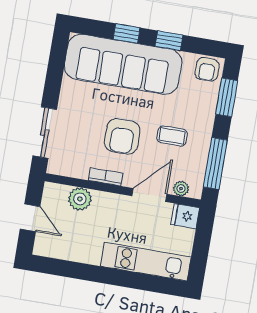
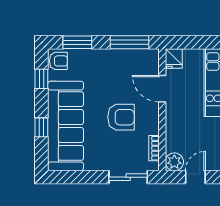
window: (169, 41) -> (41, 79), moved
coffee table: (172, 136) -> (114, 79), removed
bookcase: (106, 177) -> (154, 148), moved
plant: (181, 189) -> (153, 65), removed
plant: (80, 199) -> (174, 162), moved

